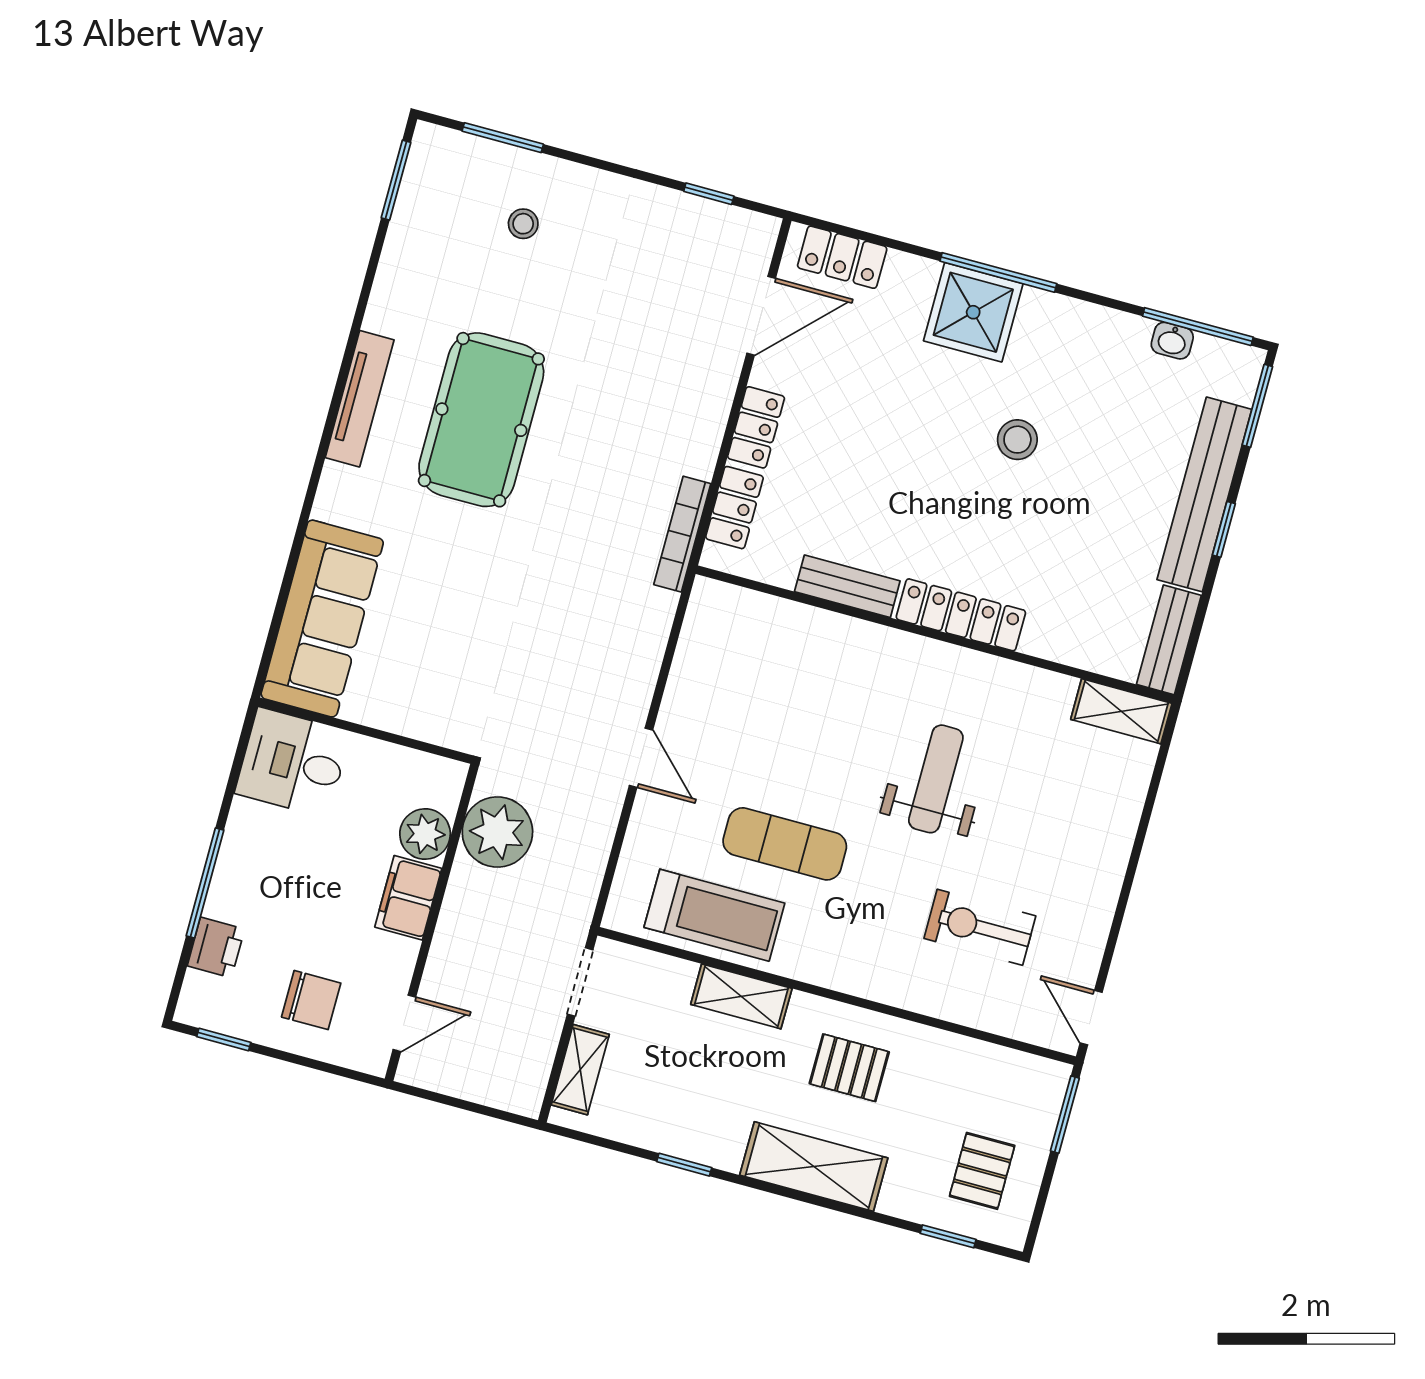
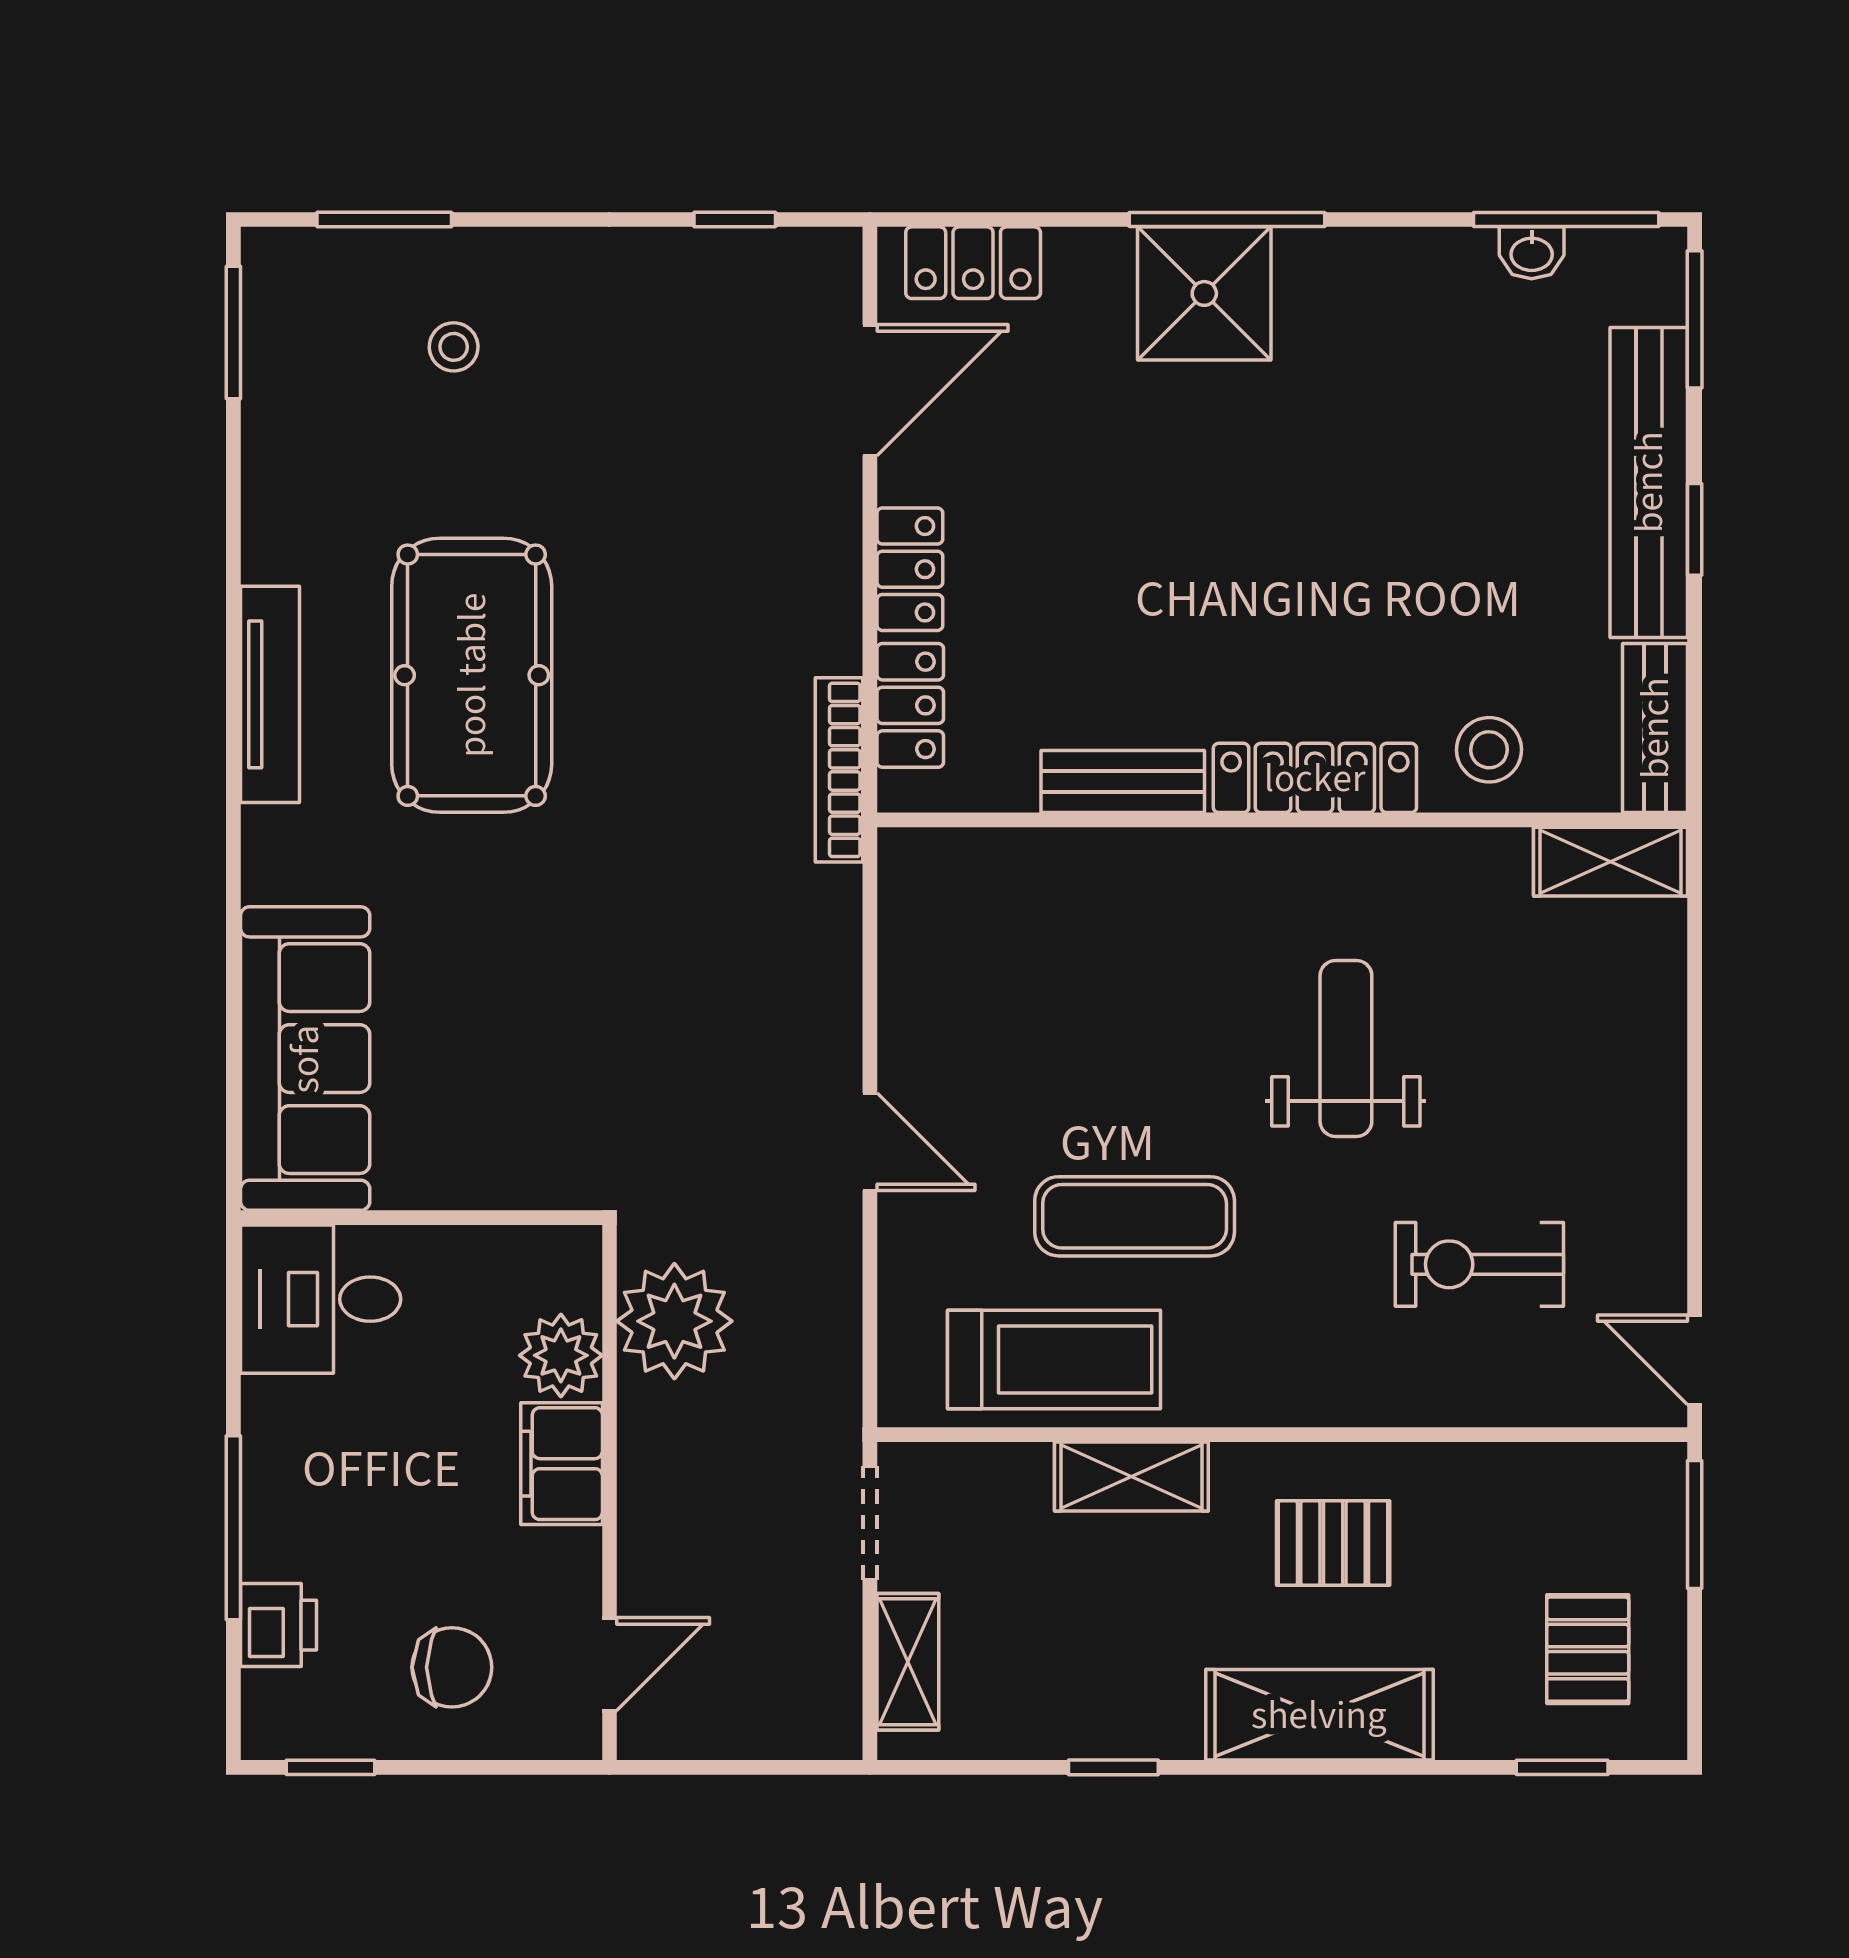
stool: (1017, 440) -> (1489, 750), moved

